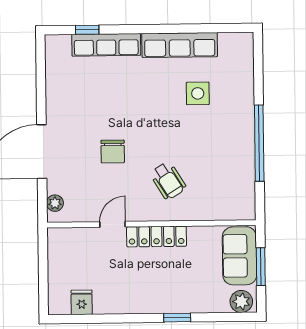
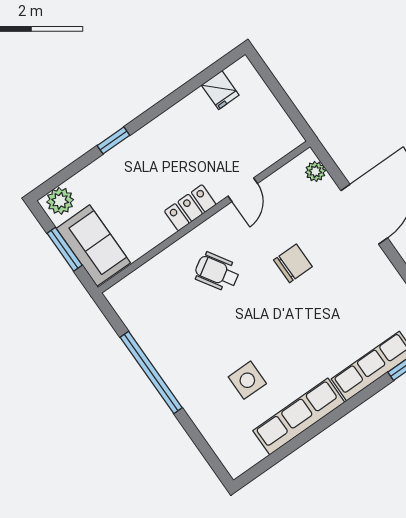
chair: (113, 151) -> (293, 263), turned 90
locker: (157, 237) -> (190, 208), width x0.66

